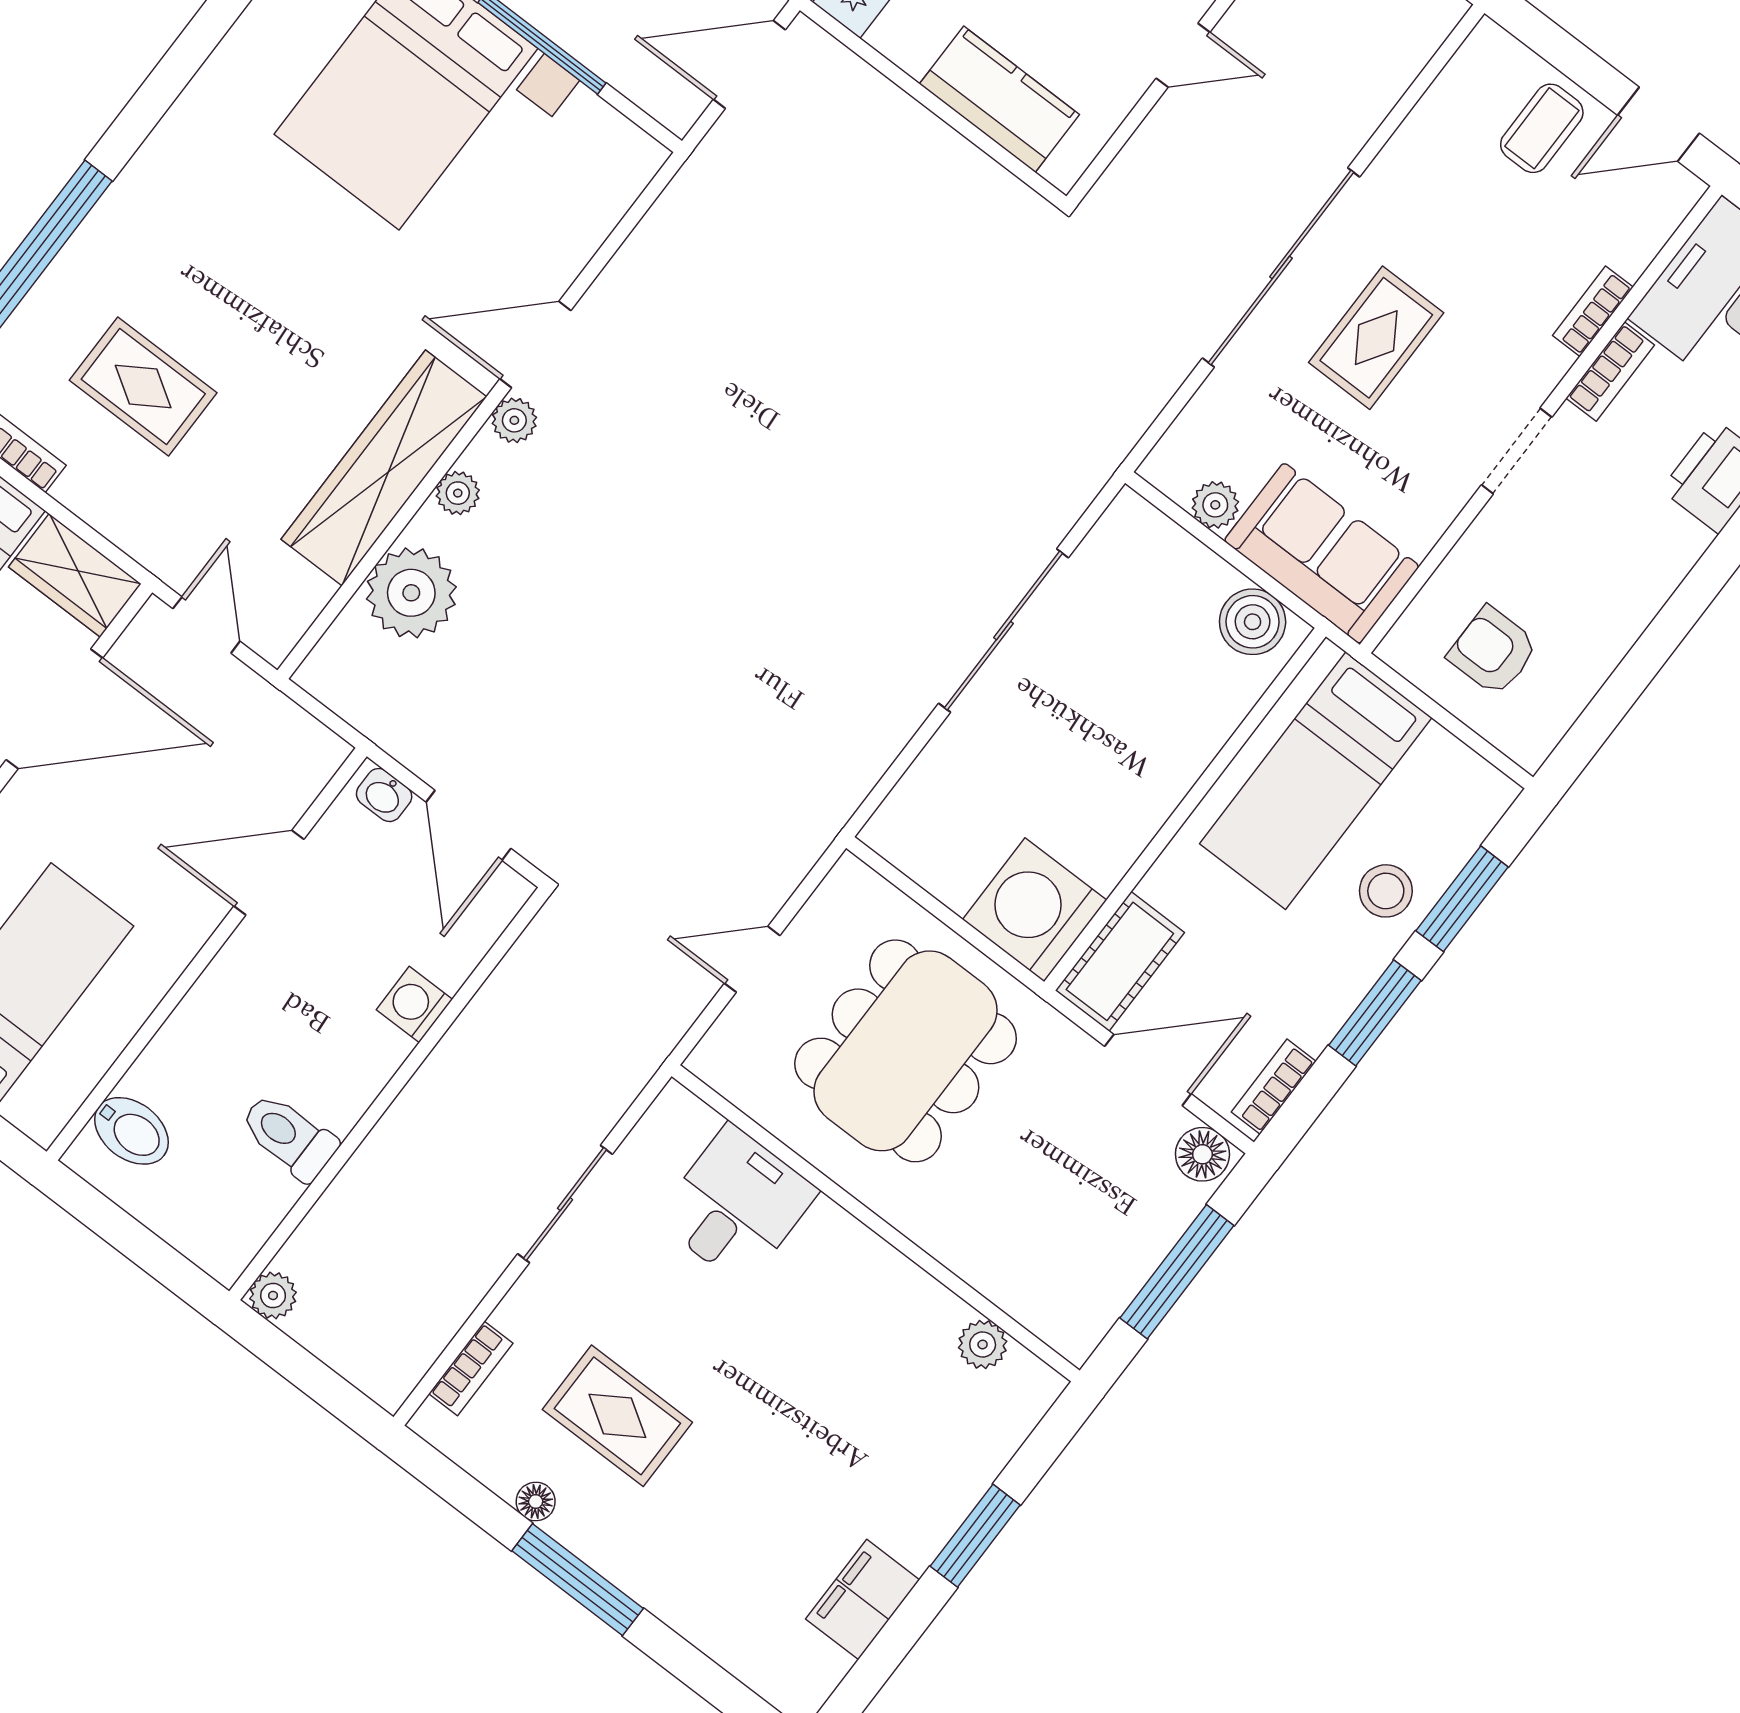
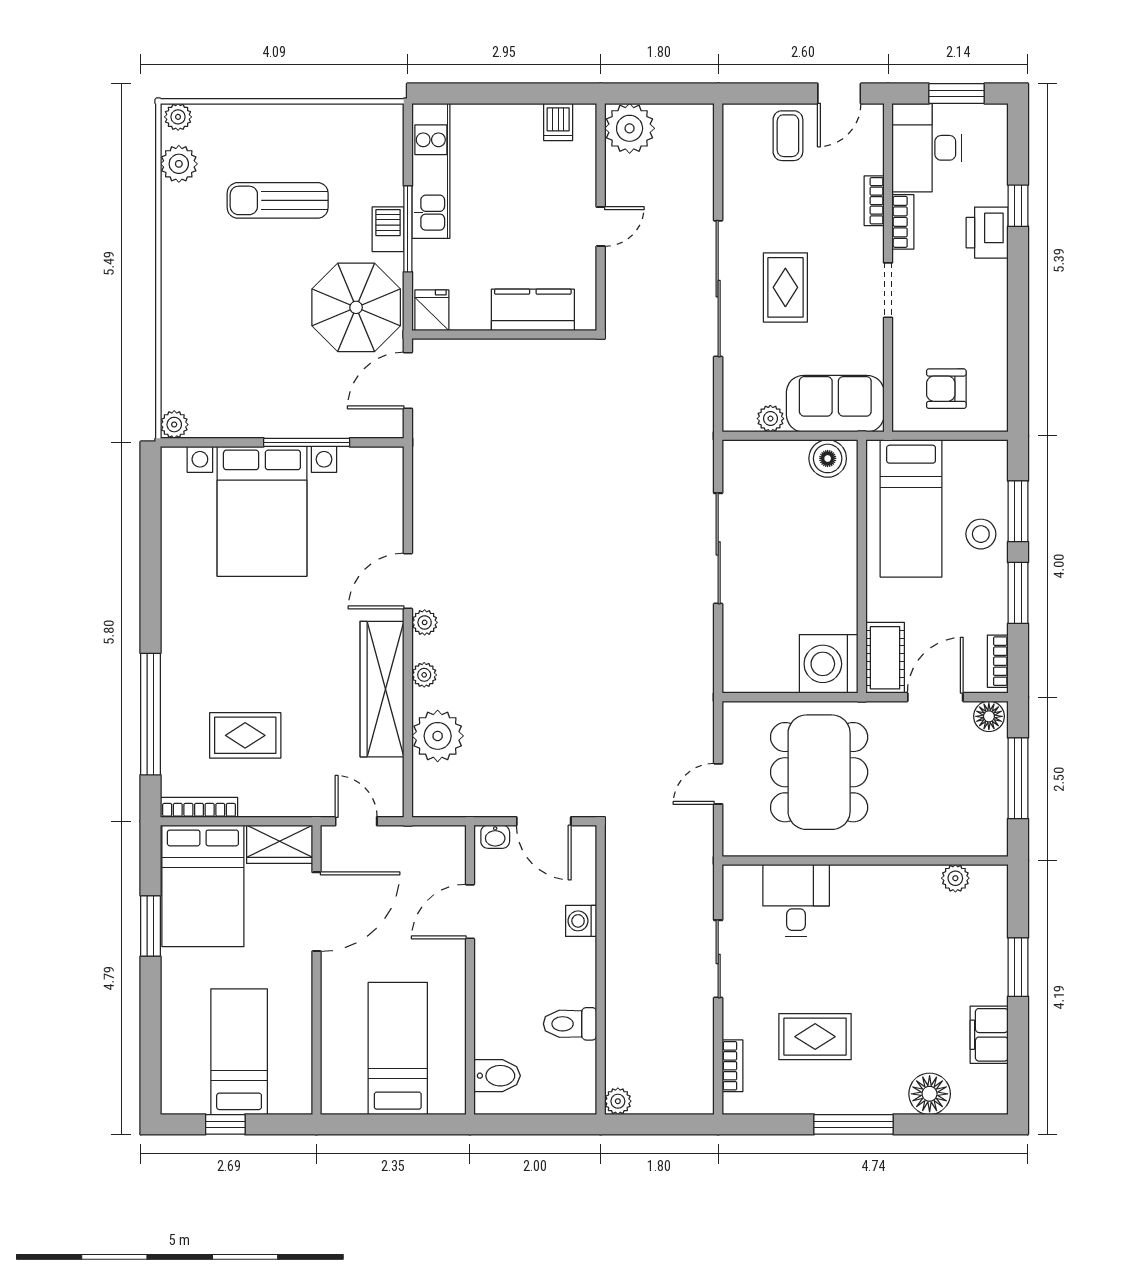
floor lamp: (536, 1501) -> (930, 1094), moved, width x1.89, depth x1.89

